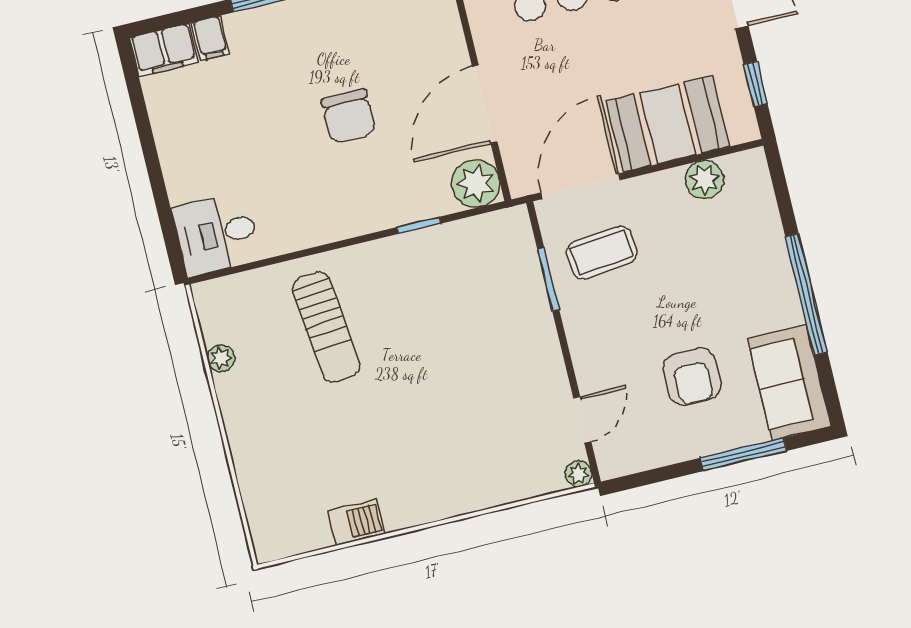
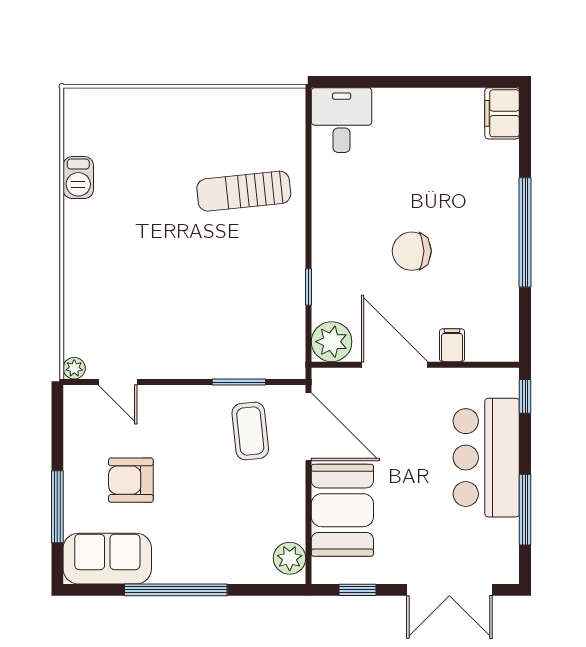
filing cabinet: (210, 38) -> (452, 345), moved, turned 90
plant: (705, 180) -> (290, 558), moved
plant: (221, 358) -> (239, 99), removed

